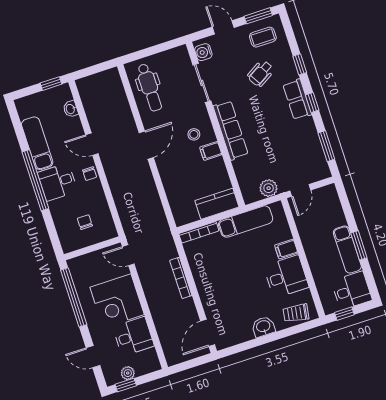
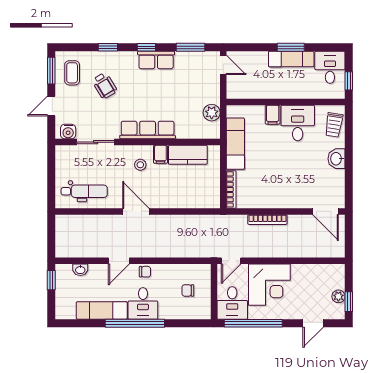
row of seats: (297, 99) -> (156, 60), moved
door: (300, 190) -> (223, 65), moved
kitchen counter: (217, 204) -> (188, 155), moved, turned -90
desk: (133, 336) -> (232, 303), moved, turned 180

